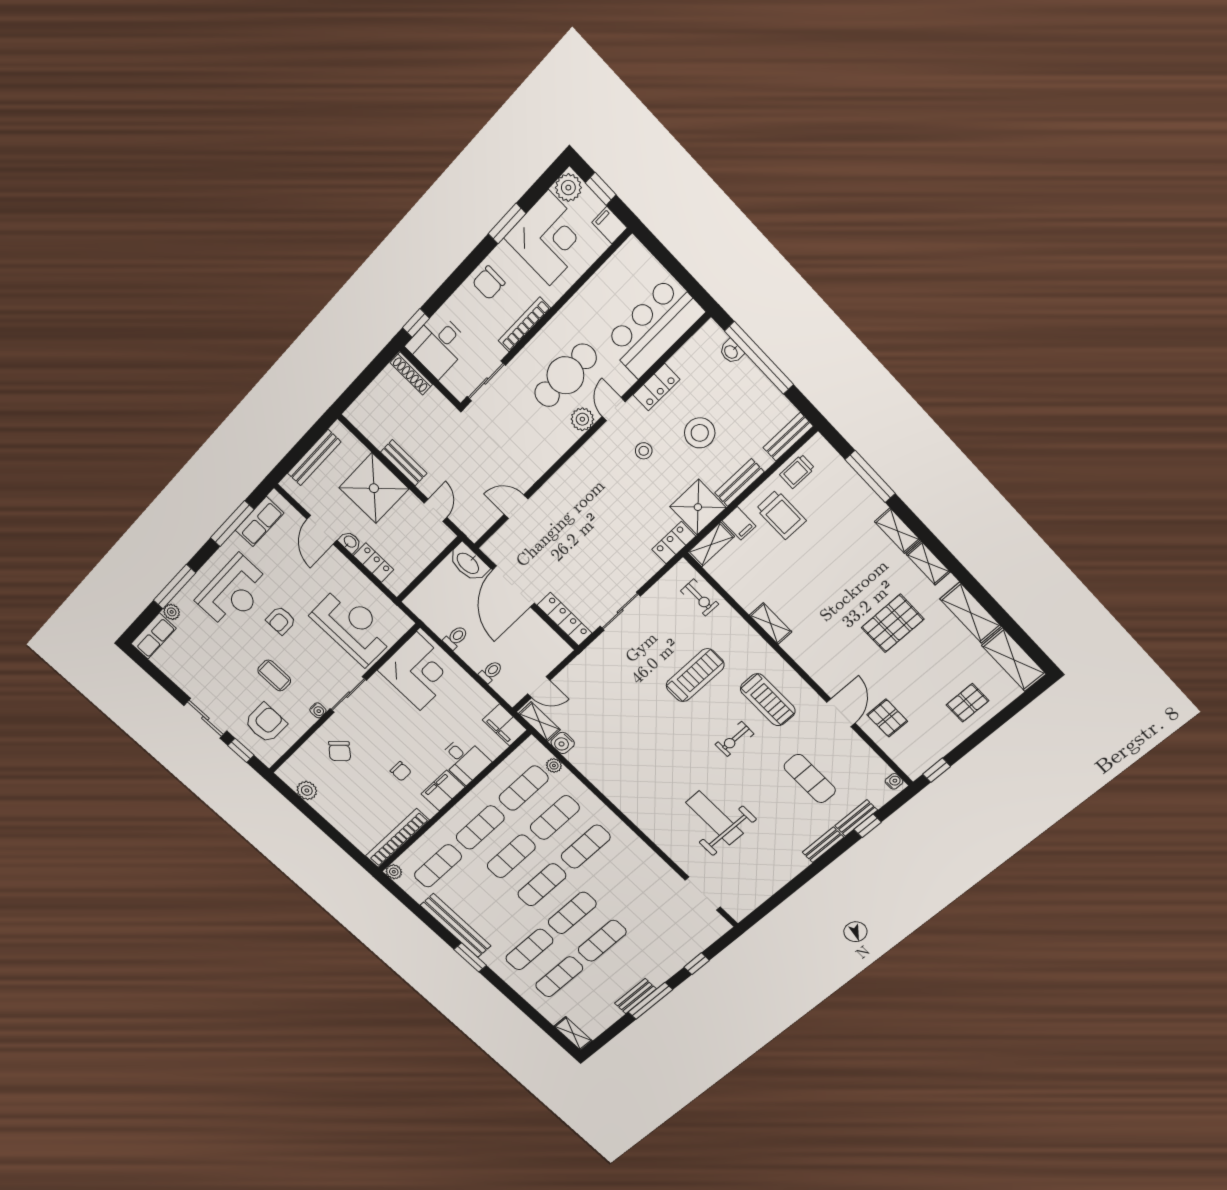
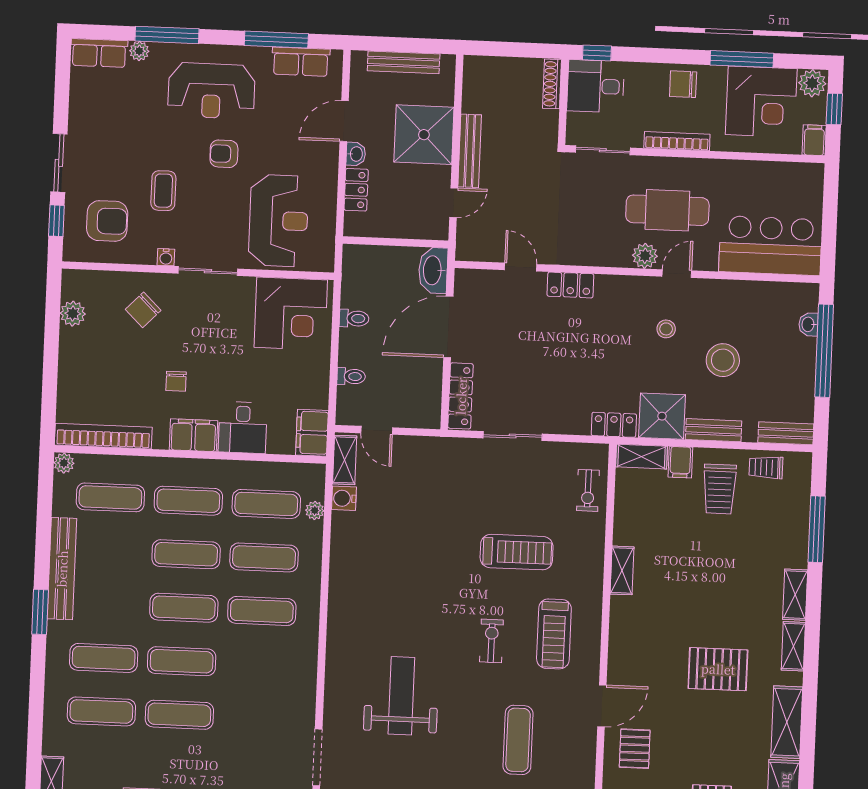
window: (507, 223) -> (742, 59), width x1.44
locker: (656, 387) -> (570, 285), moved
bench: (404, 463) -> (470, 151), width x1.36
exercise bike: (734, 739) -> (491, 641), turned 90

